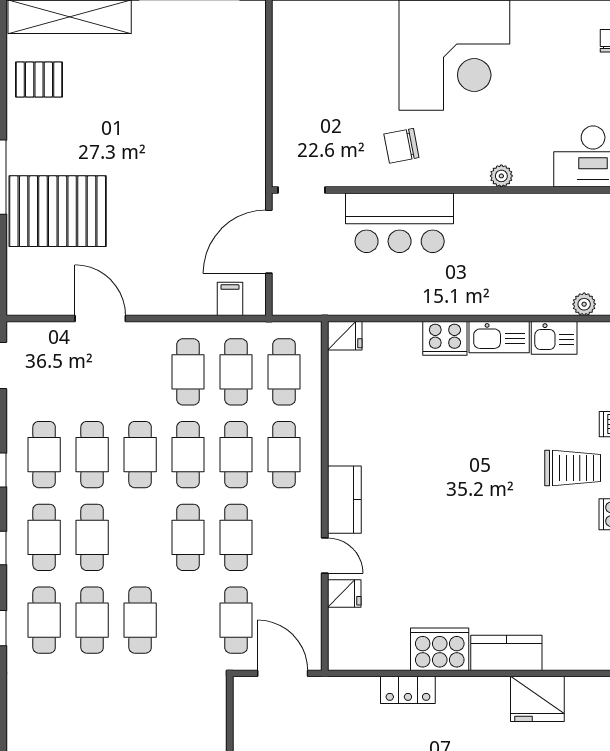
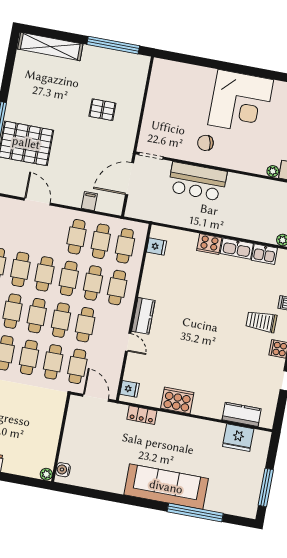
pallet: (39, 80) -> (102, 110), moved
plant: (501, 176) -> (273, 171), moved
filing cabinet: (230, 299) -> (89, 201), moved
fridge: (345, 336) -> (157, 247), moved
trolley: (573, 468) -> (261, 322), turned 180
cafe table: (140, 537) -> (37, 316), added
fridge: (344, 594) -> (130, 389), moved
cafe table: (188, 620) -> (53, 362), added
kitchen counter: (506, 653) -> (242, 414), moved
locker: (408, 690) -> (142, 415), moved
fridge: (537, 699) -> (238, 438), moved

